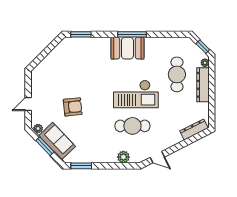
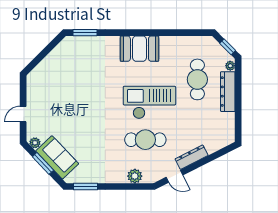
window: (132, 34) -> (145, 33), removed
checkout: (136, 94) -> (149, 102), turned 180
armchair: (73, 107) -> (75, 117), removed
dresser: (194, 130) -> (192, 157), moved

